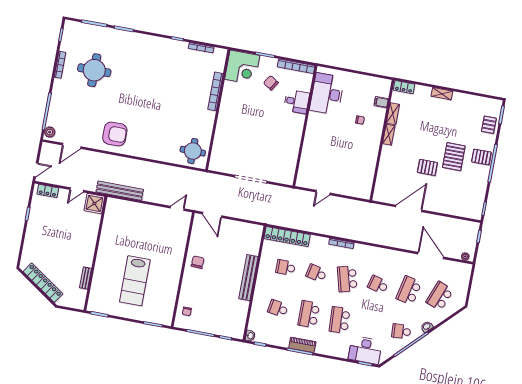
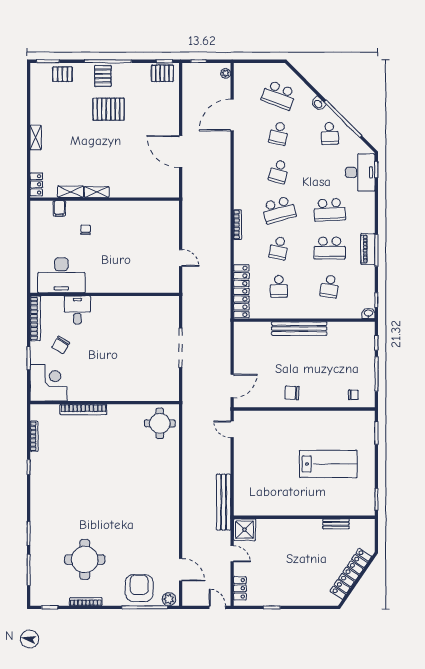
armchair: (115, 134) -> (139, 588), moved
pallet: (427, 167) -> (162, 73), moved, turned 90
school desk: (409, 290) -> (279, 133), width x0.54

